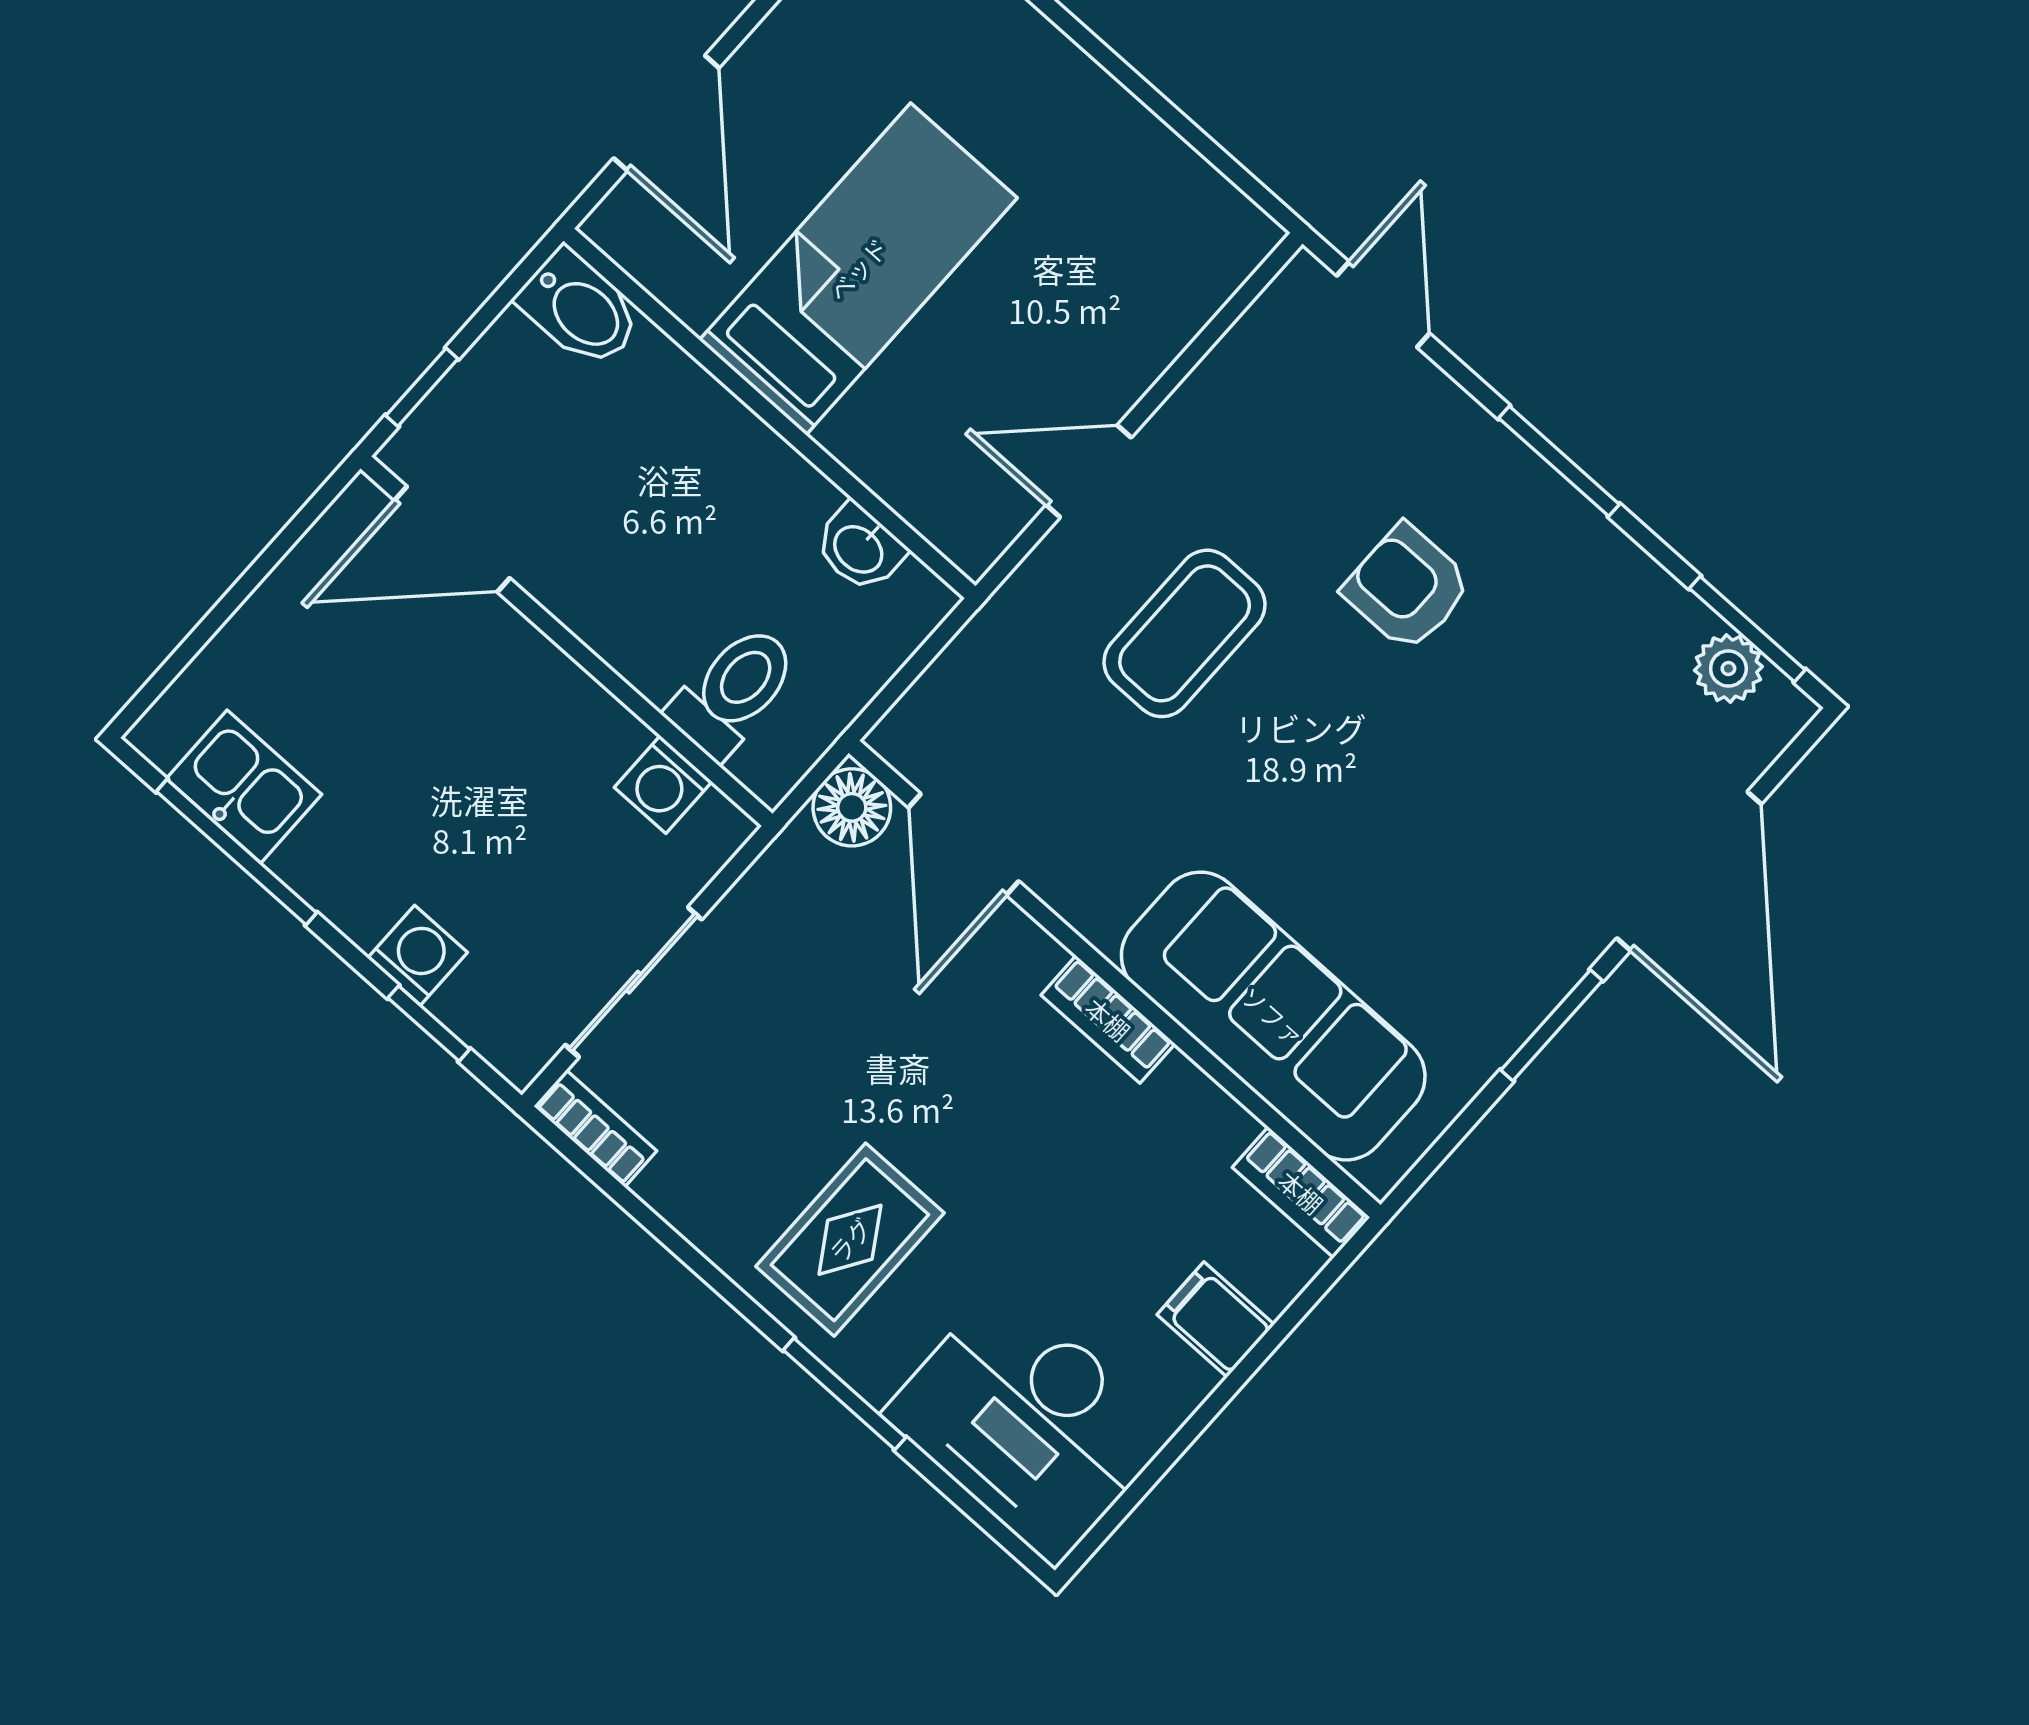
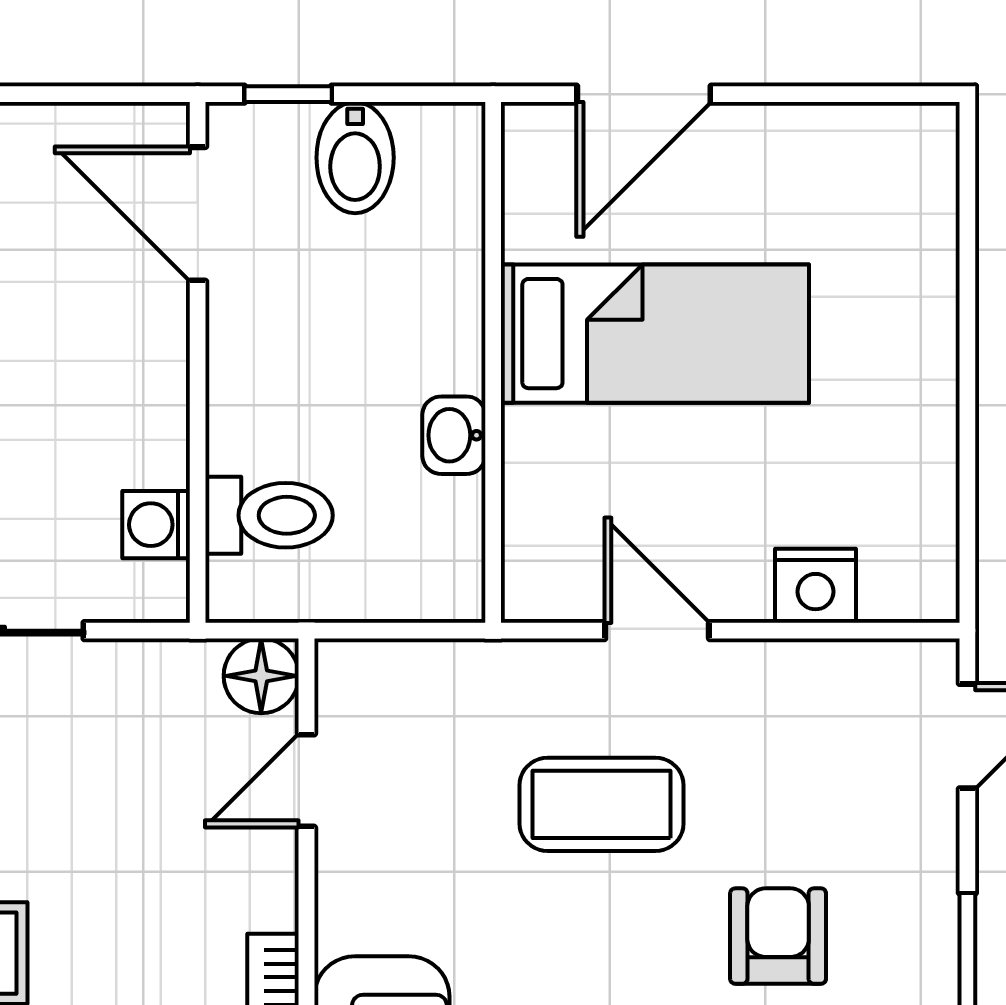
bidet: (580, 309) -> (355, 158), moved
nightstand: (1163, 318) -> (816, 586), added
washbasin: (860, 548) -> (454, 435), moved
door: (964, 844) -> (307, 781), width x0.73

